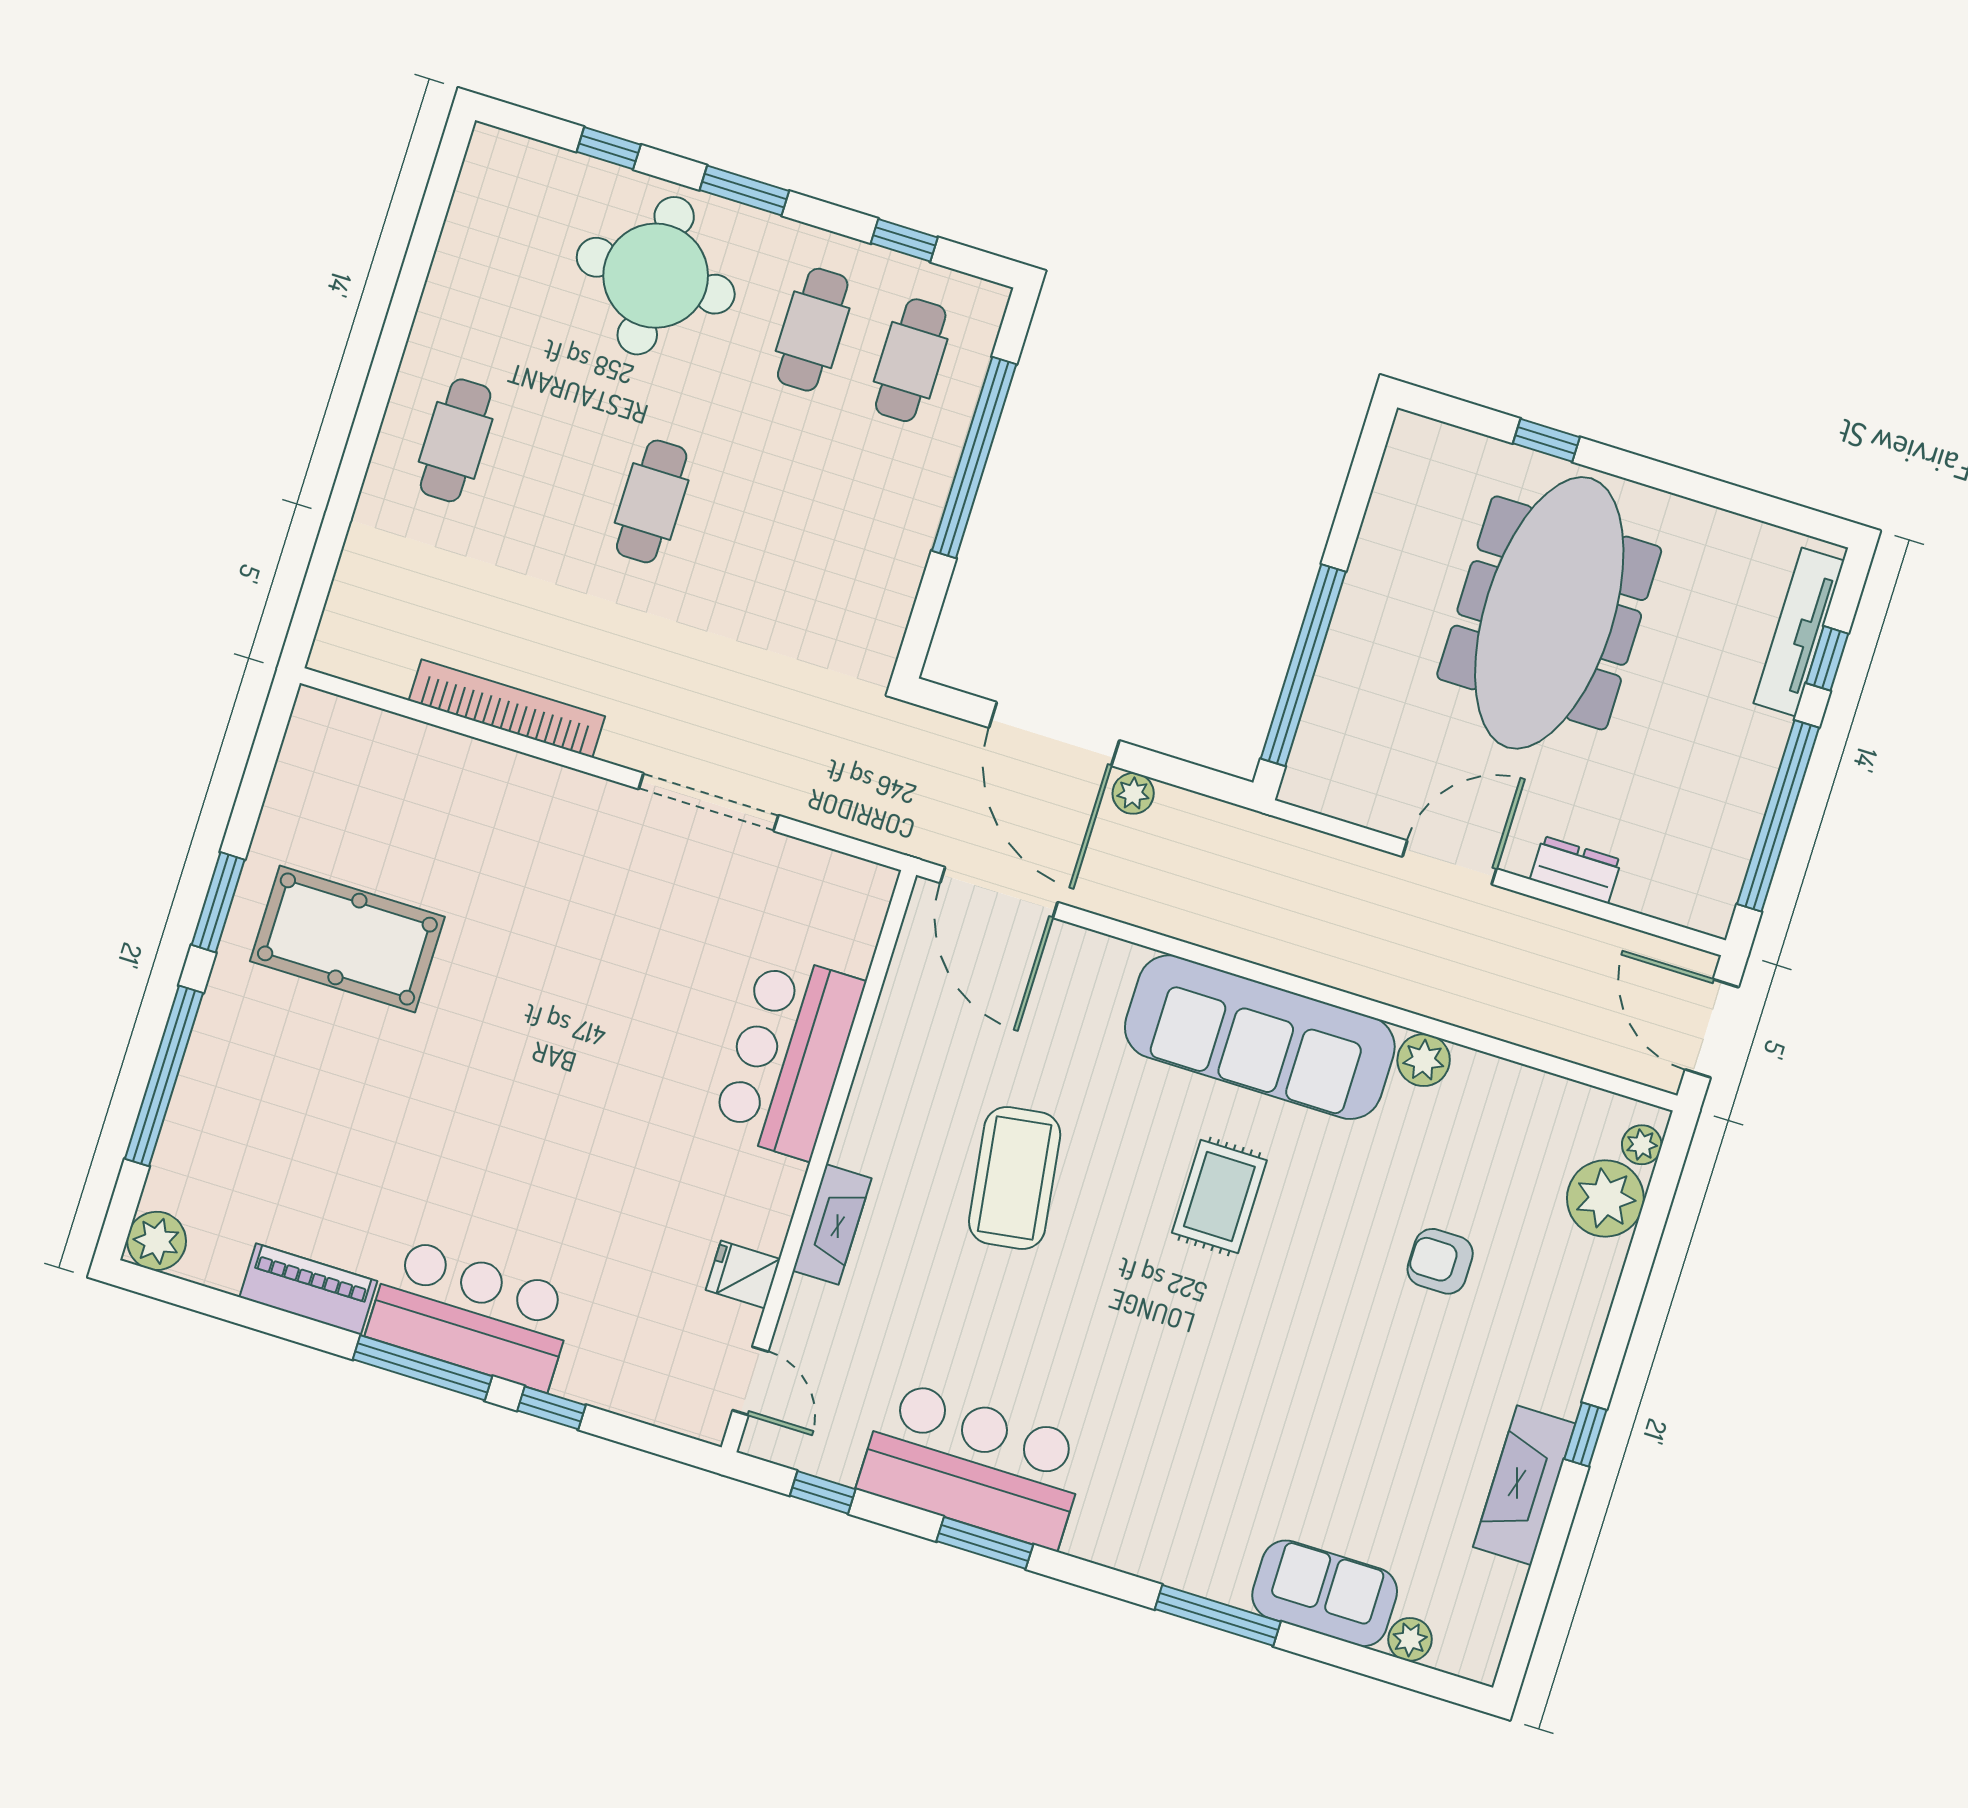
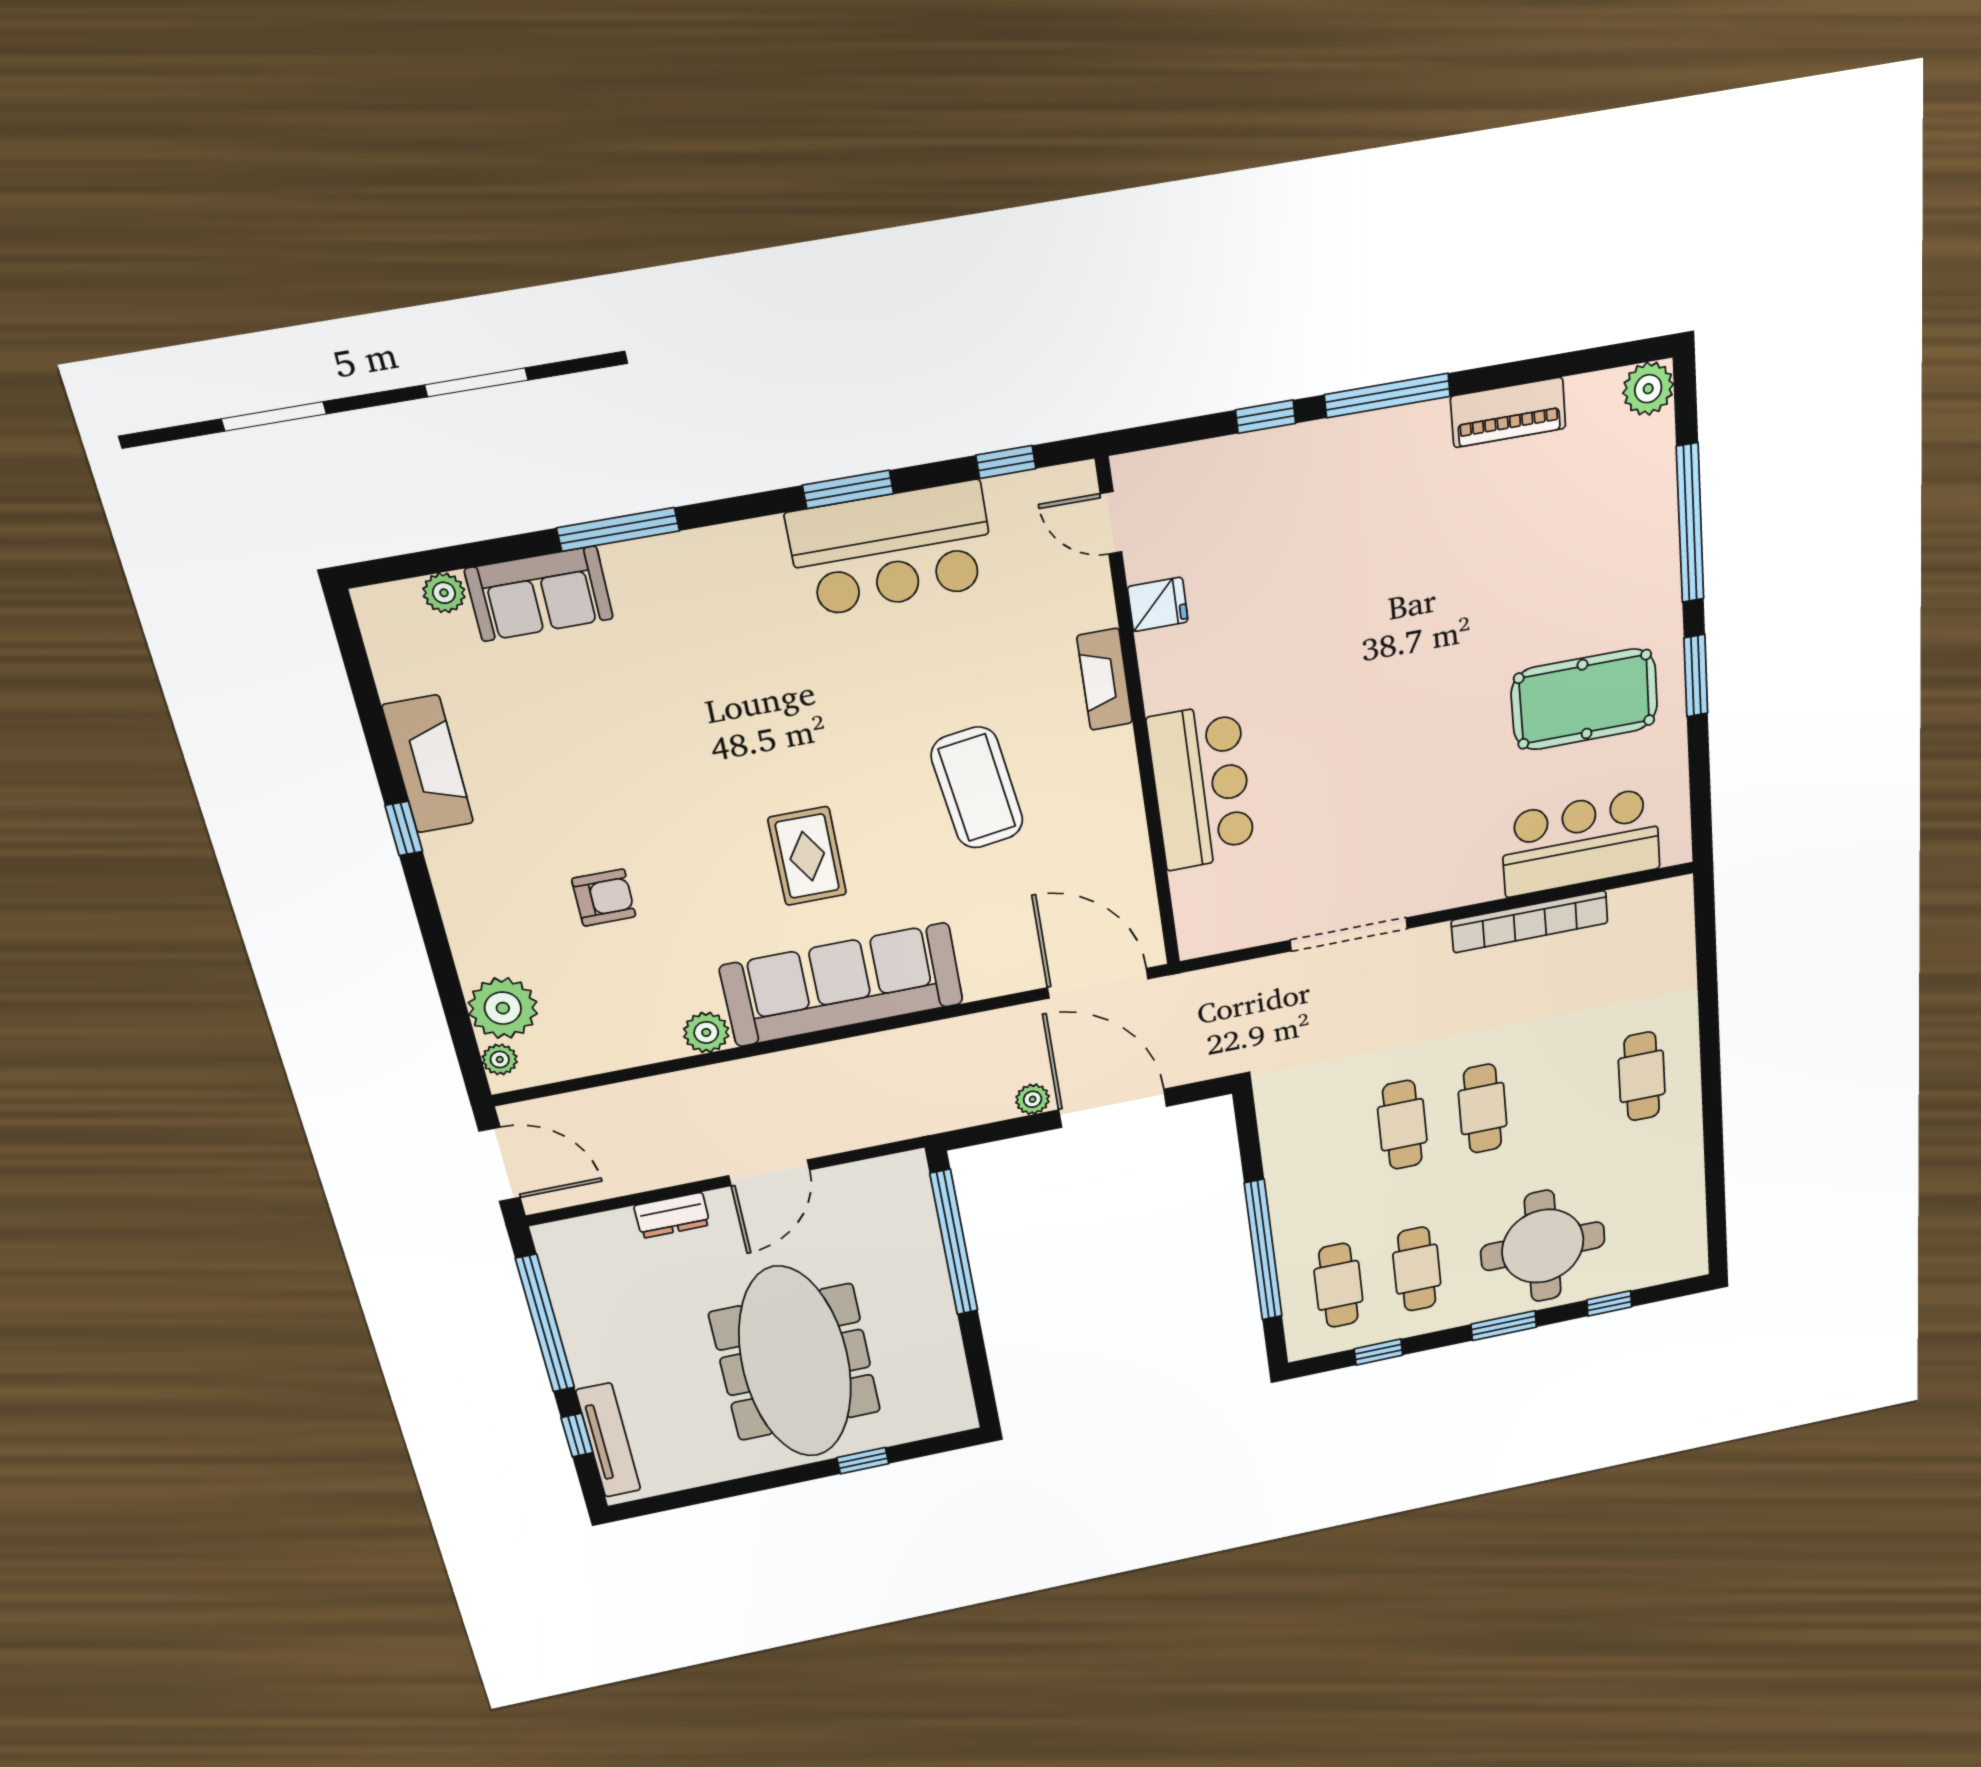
cafe table: (750, 532) -> (1402, 1125), added
bar counter: (472, 1314) -> (1580, 842), moved, turned 180

